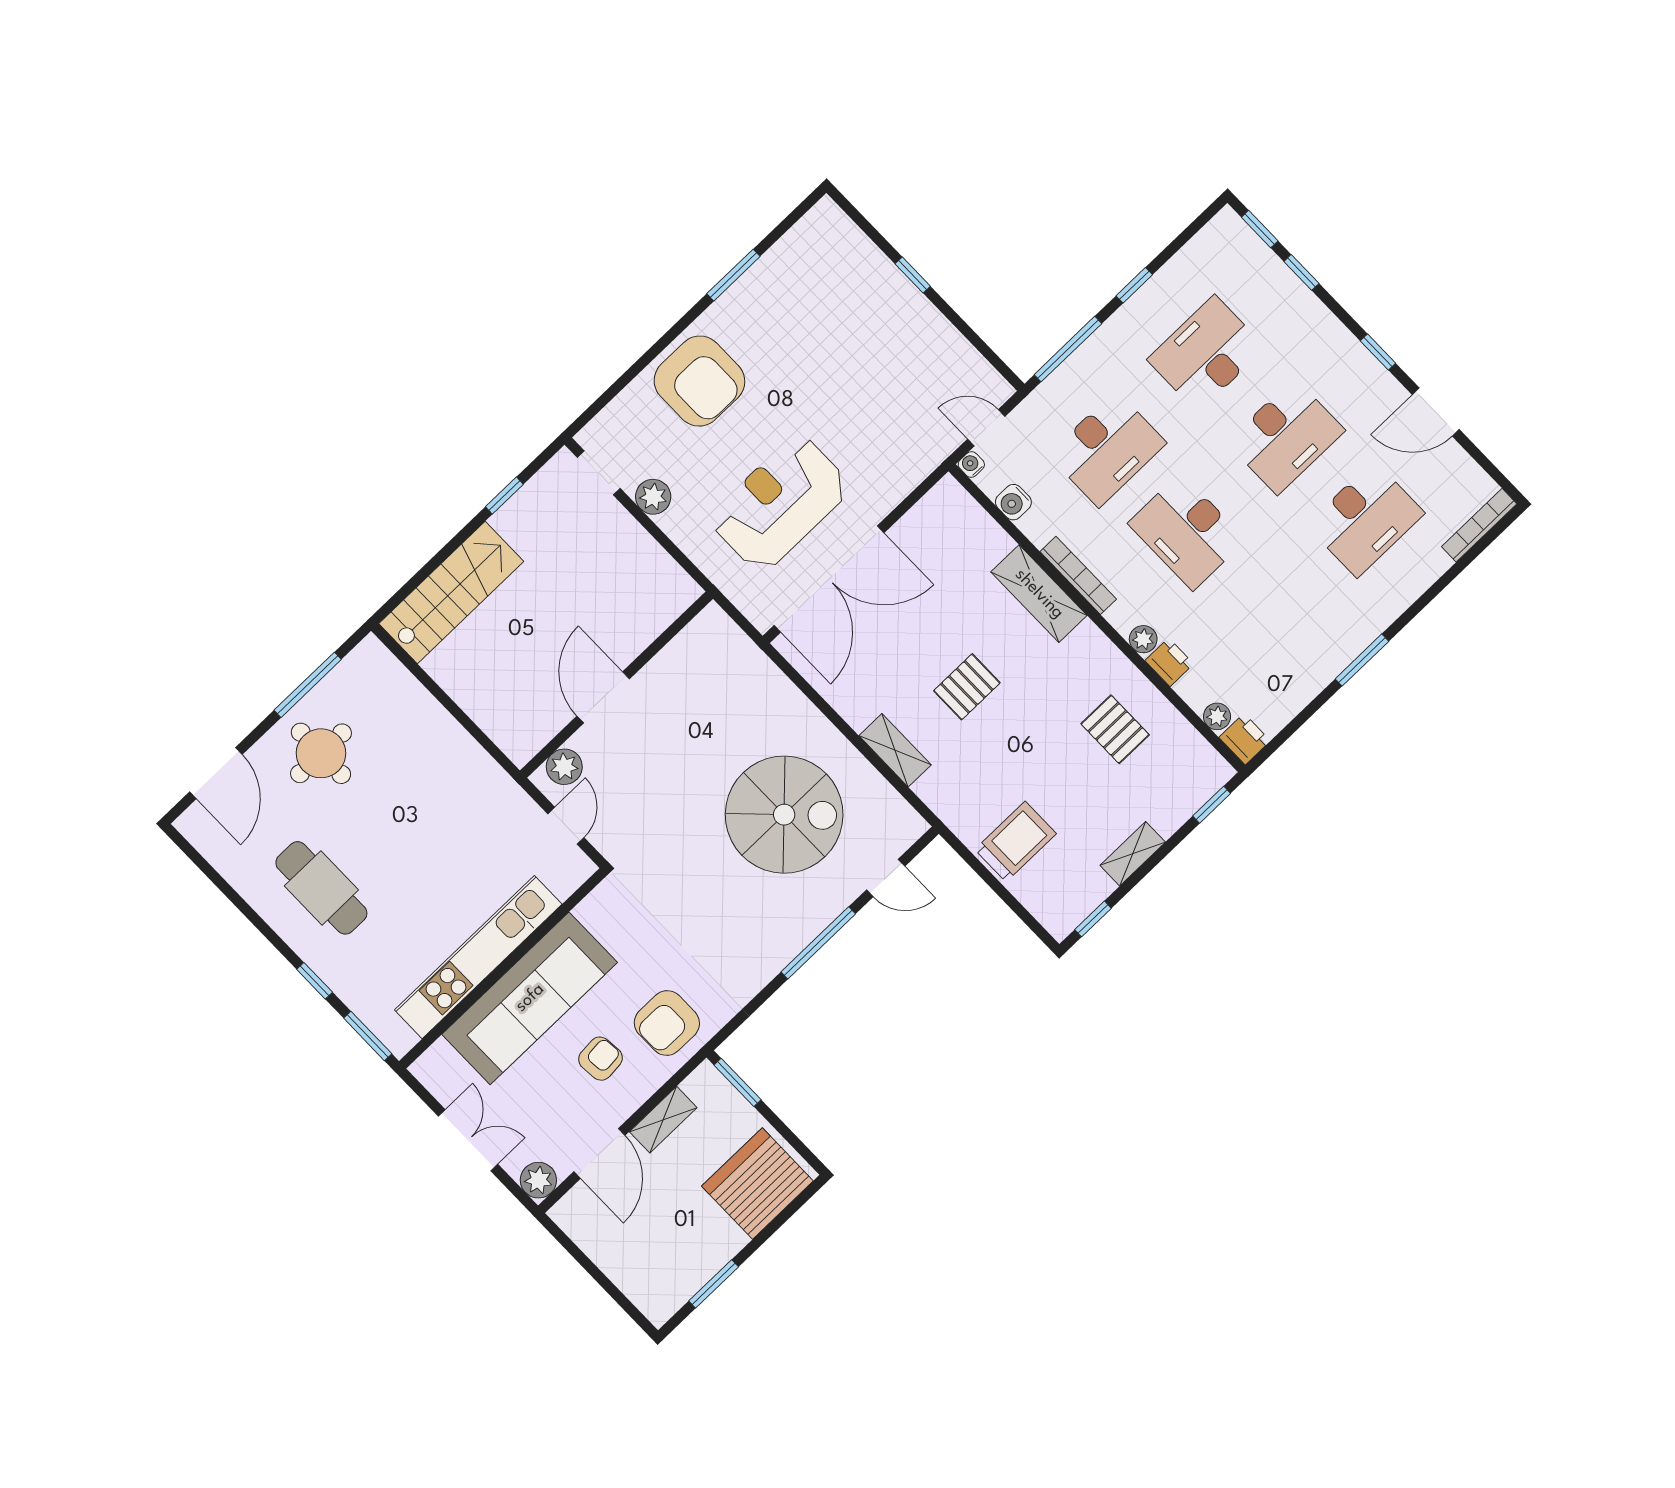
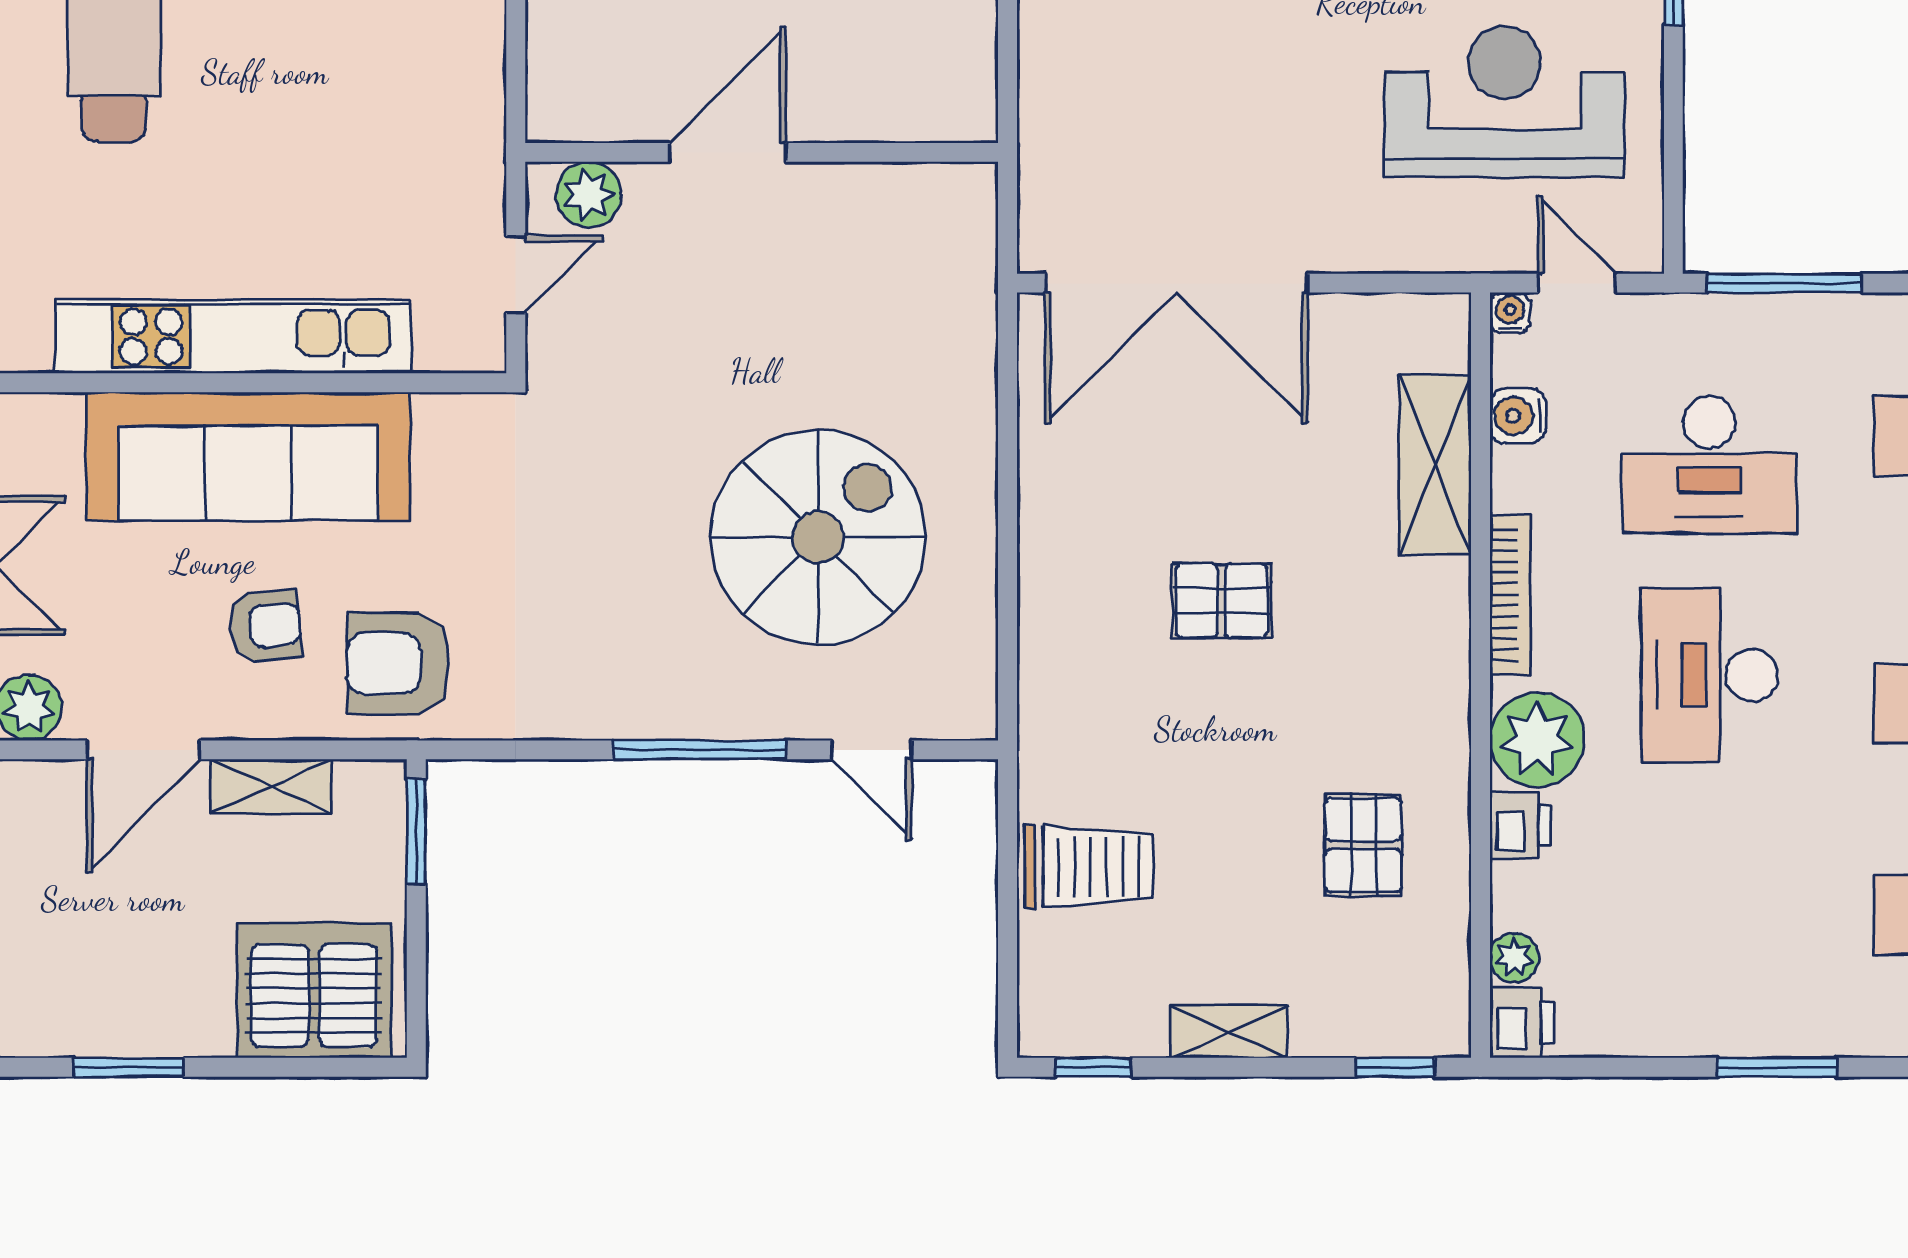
reception desk: (780, 503) -> (1505, 102), moved
shelving: (1039, 594) -> (1435, 465), moved
plant: (1143, 639) -> (1537, 740), width x1.87, depth x1.87
shelving: (895, 750) -> (1046, 593), removed
spiral stairs: (784, 815) -> (818, 537), turned -90

